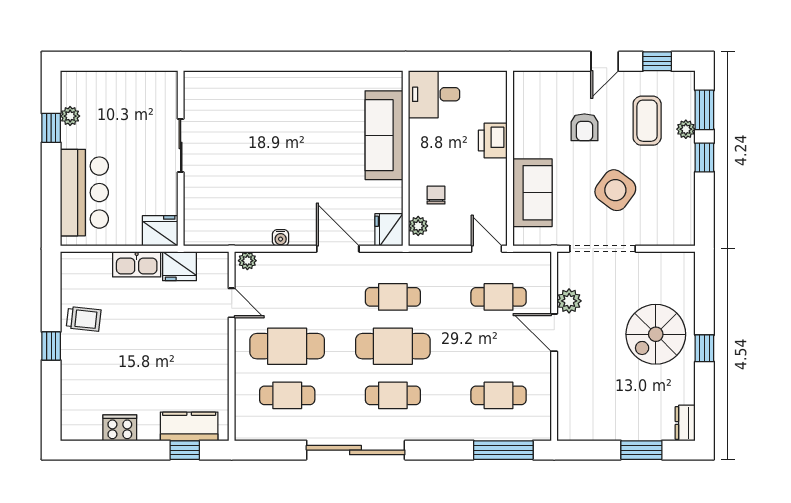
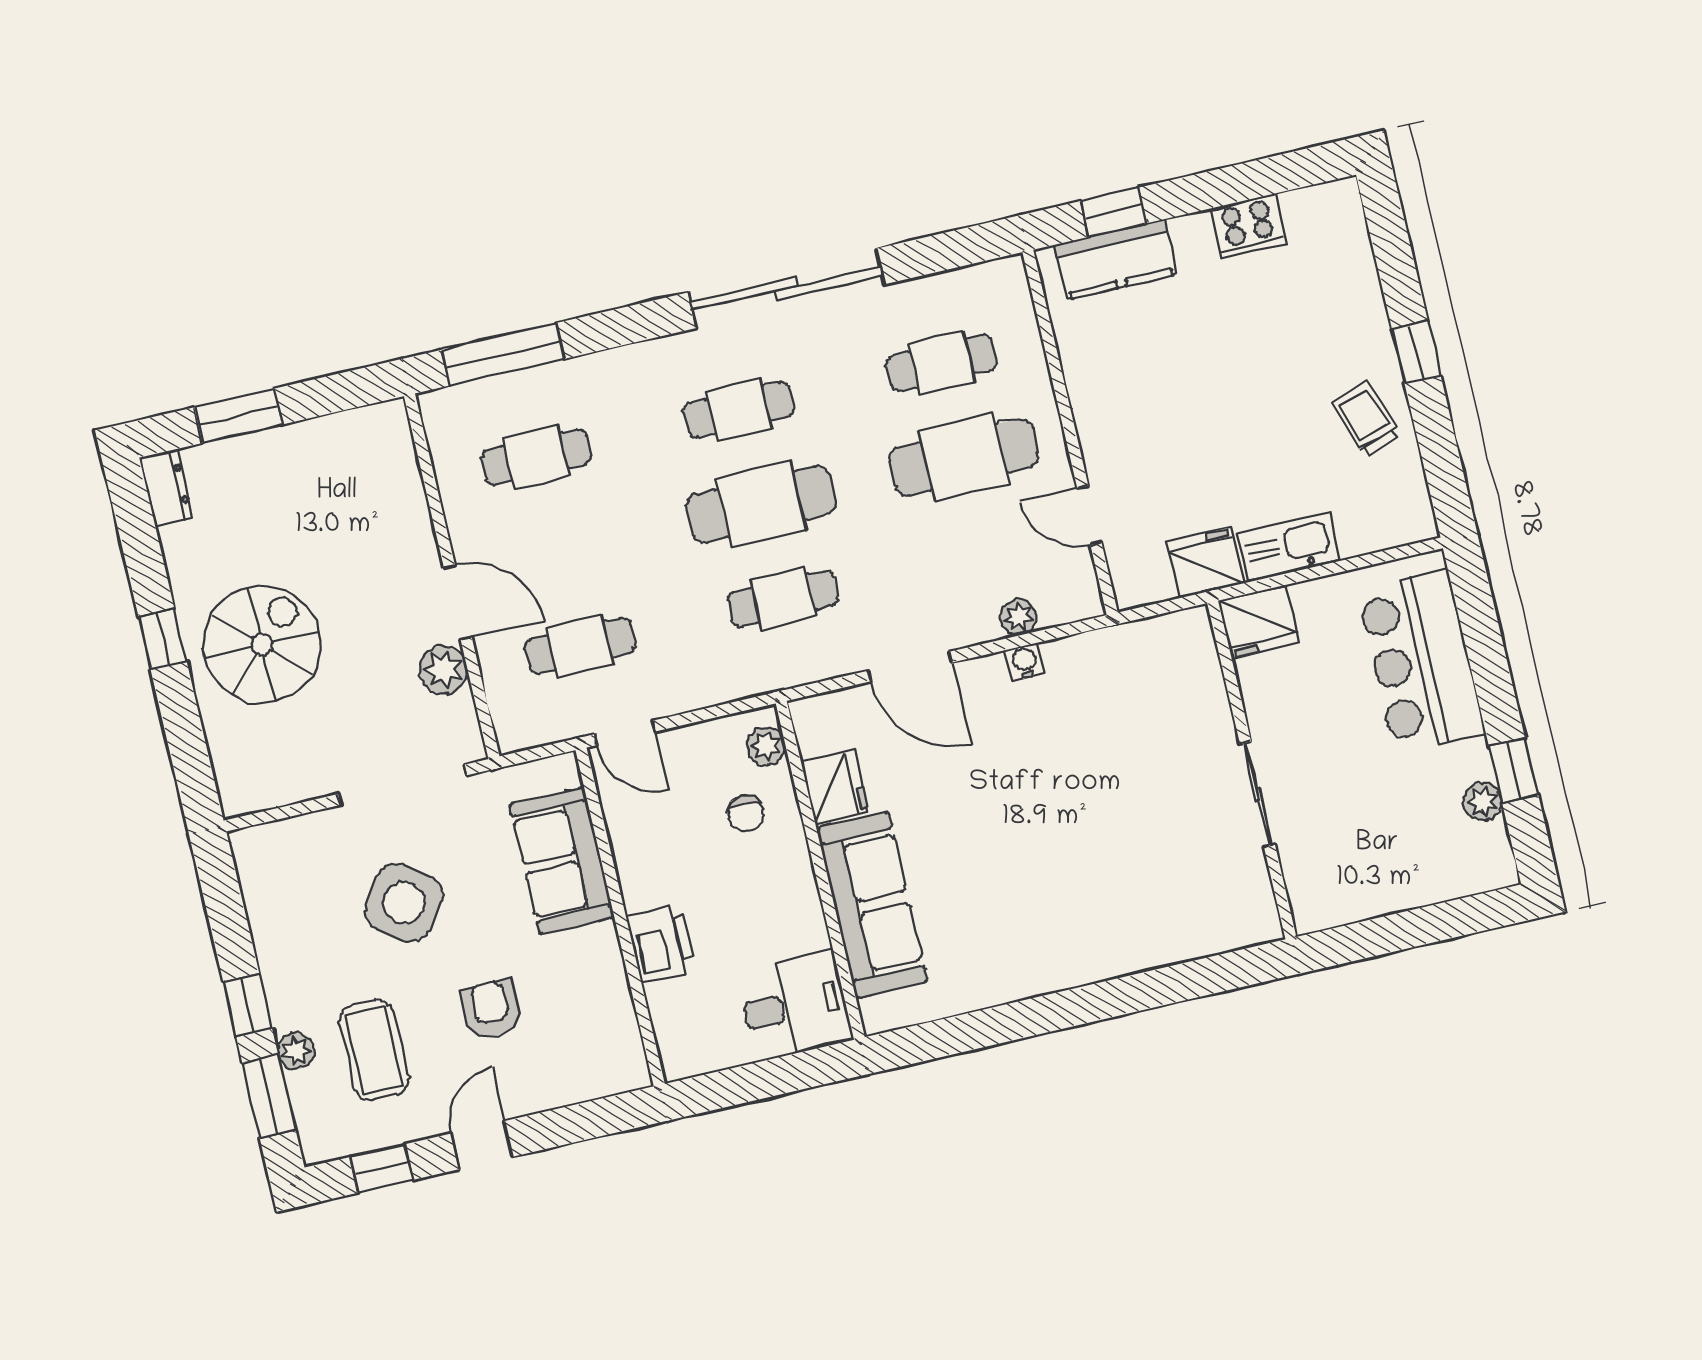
fridge: (389, 230) -> (835, 787), moved
plant: (247, 261) -> (1019, 617), moved
trolley: (84, 319) -> (1366, 419), turned 65

